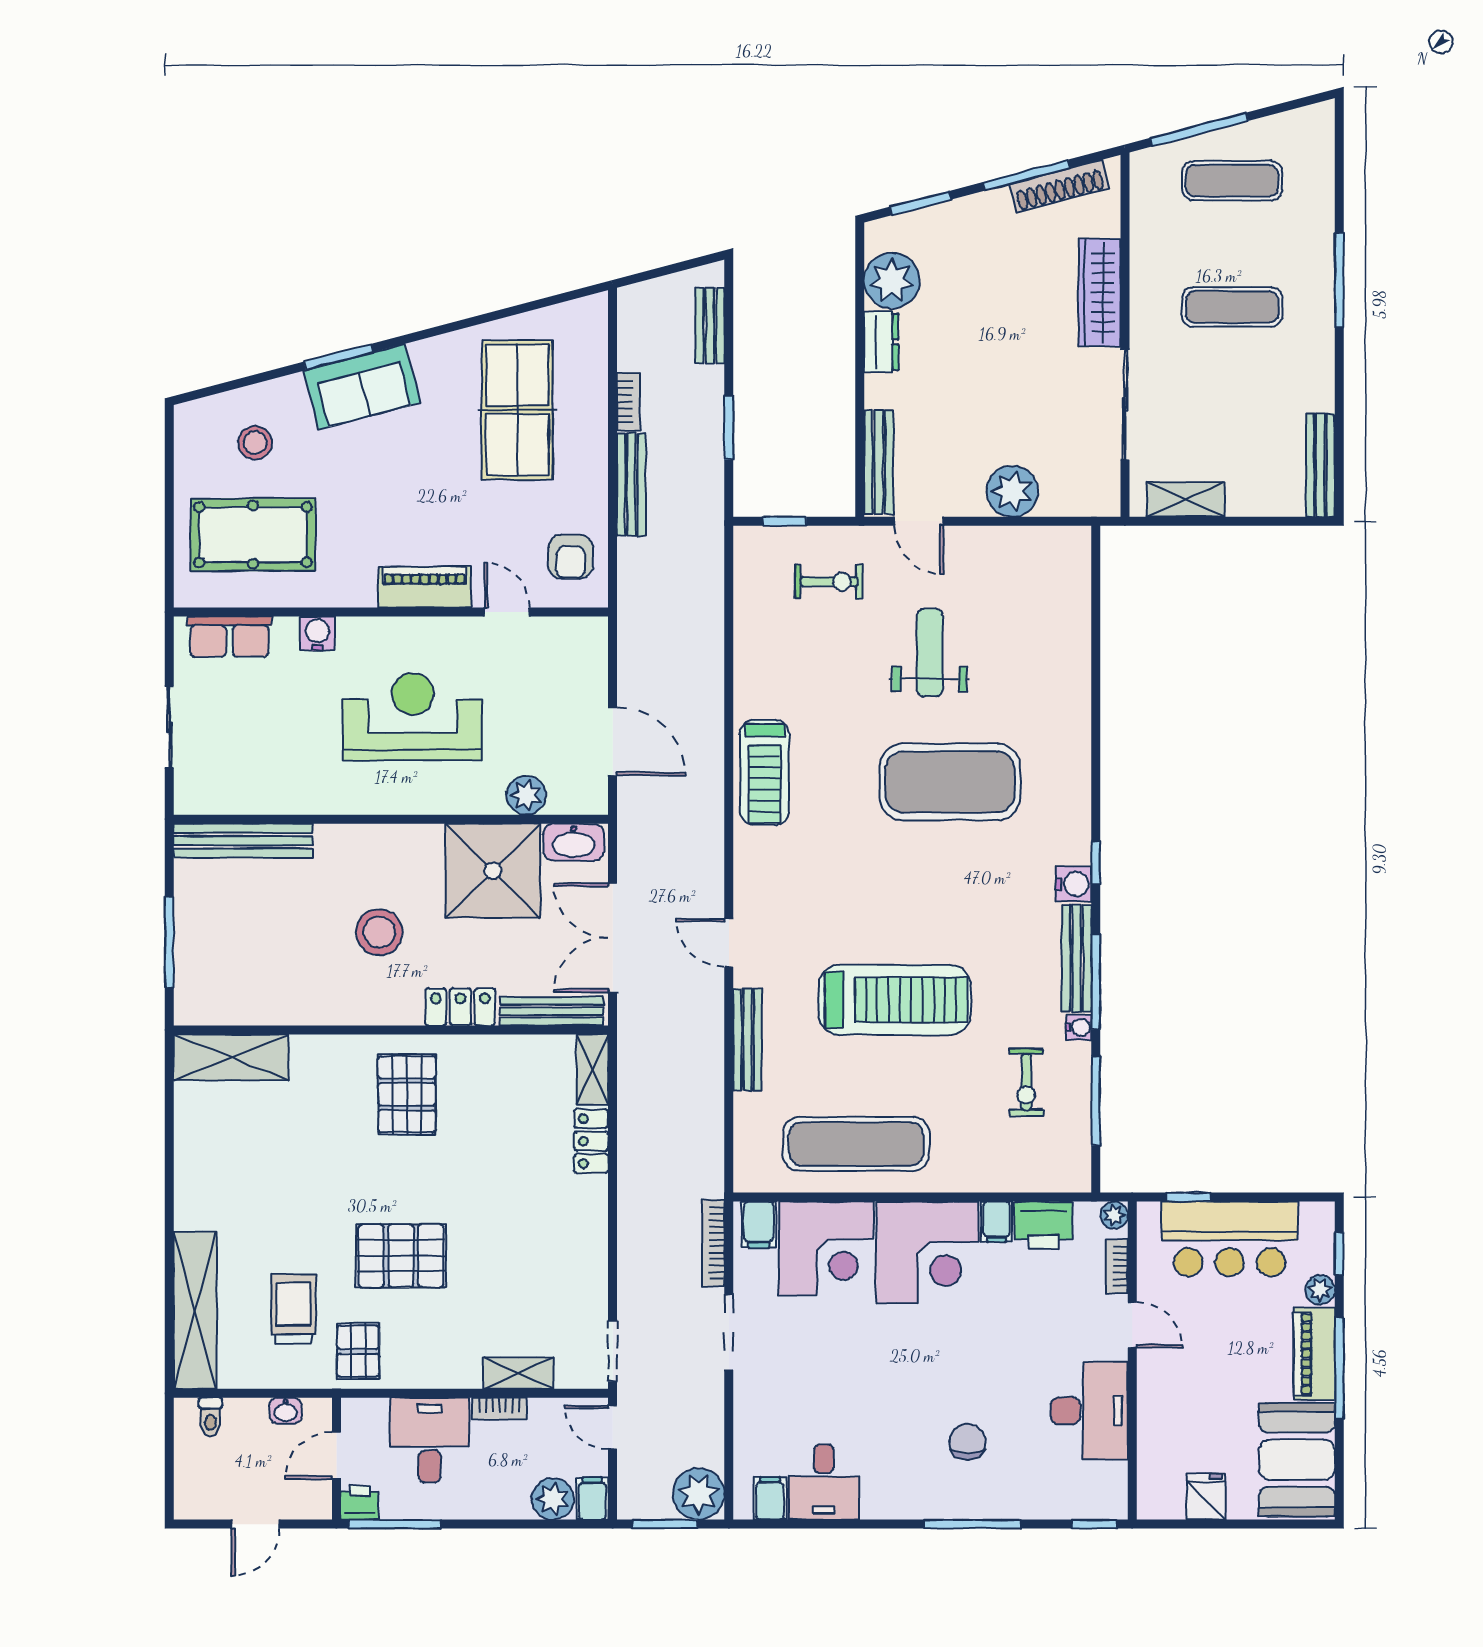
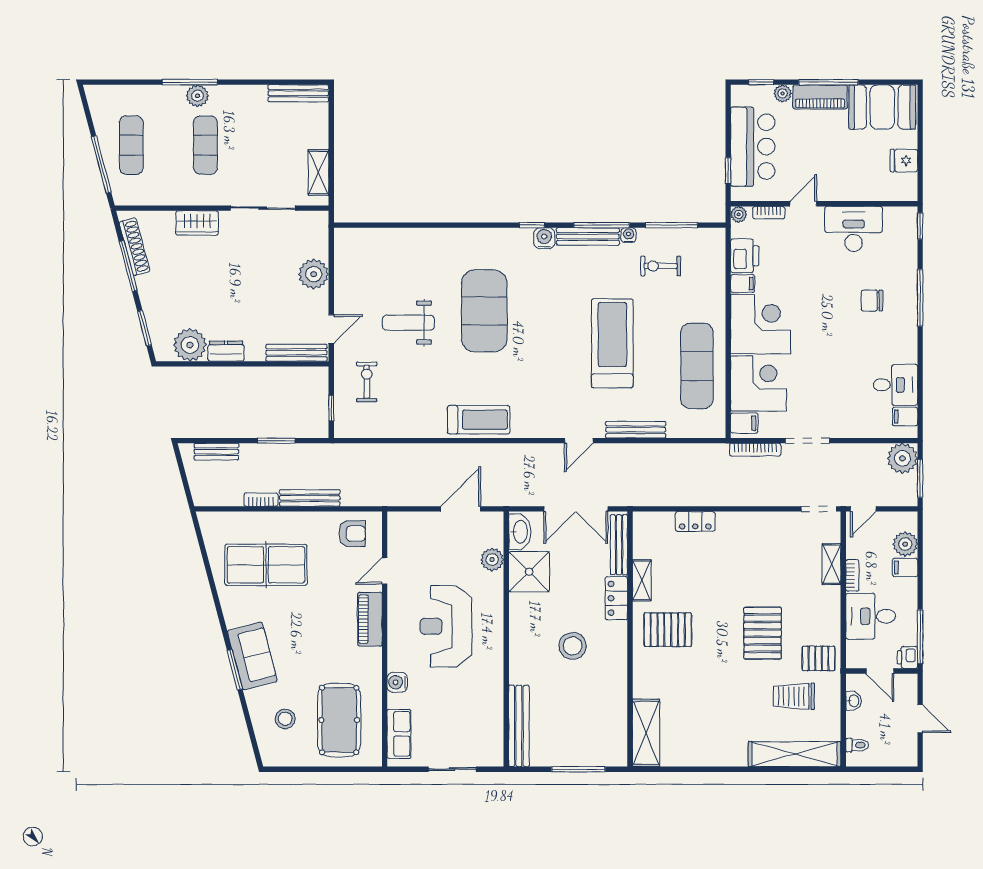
wardrobe: (1100, 293) -> (197, 223), width x0.67
plant: (1316, 293) -> (197, 96), added
shower: (493, 871) -> (529, 572), width x0.73, depth x0.73
shelving: (592, 1069) -> (642, 580), moved, turned 90
exercise bike: (1026, 1082) -> (661, 266), turned 180
filing cabinet: (592, 1498) -> (905, 567), moved

